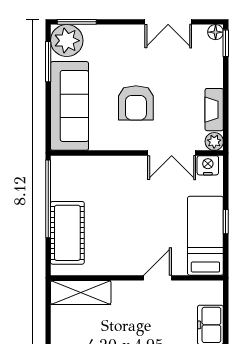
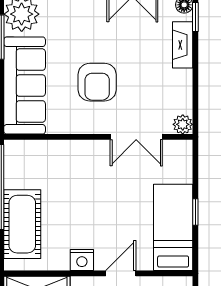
fireplace: (214, 110) -> (183, 45), moved
nightstand: (208, 165) -> (82, 260), moved, turned 180

